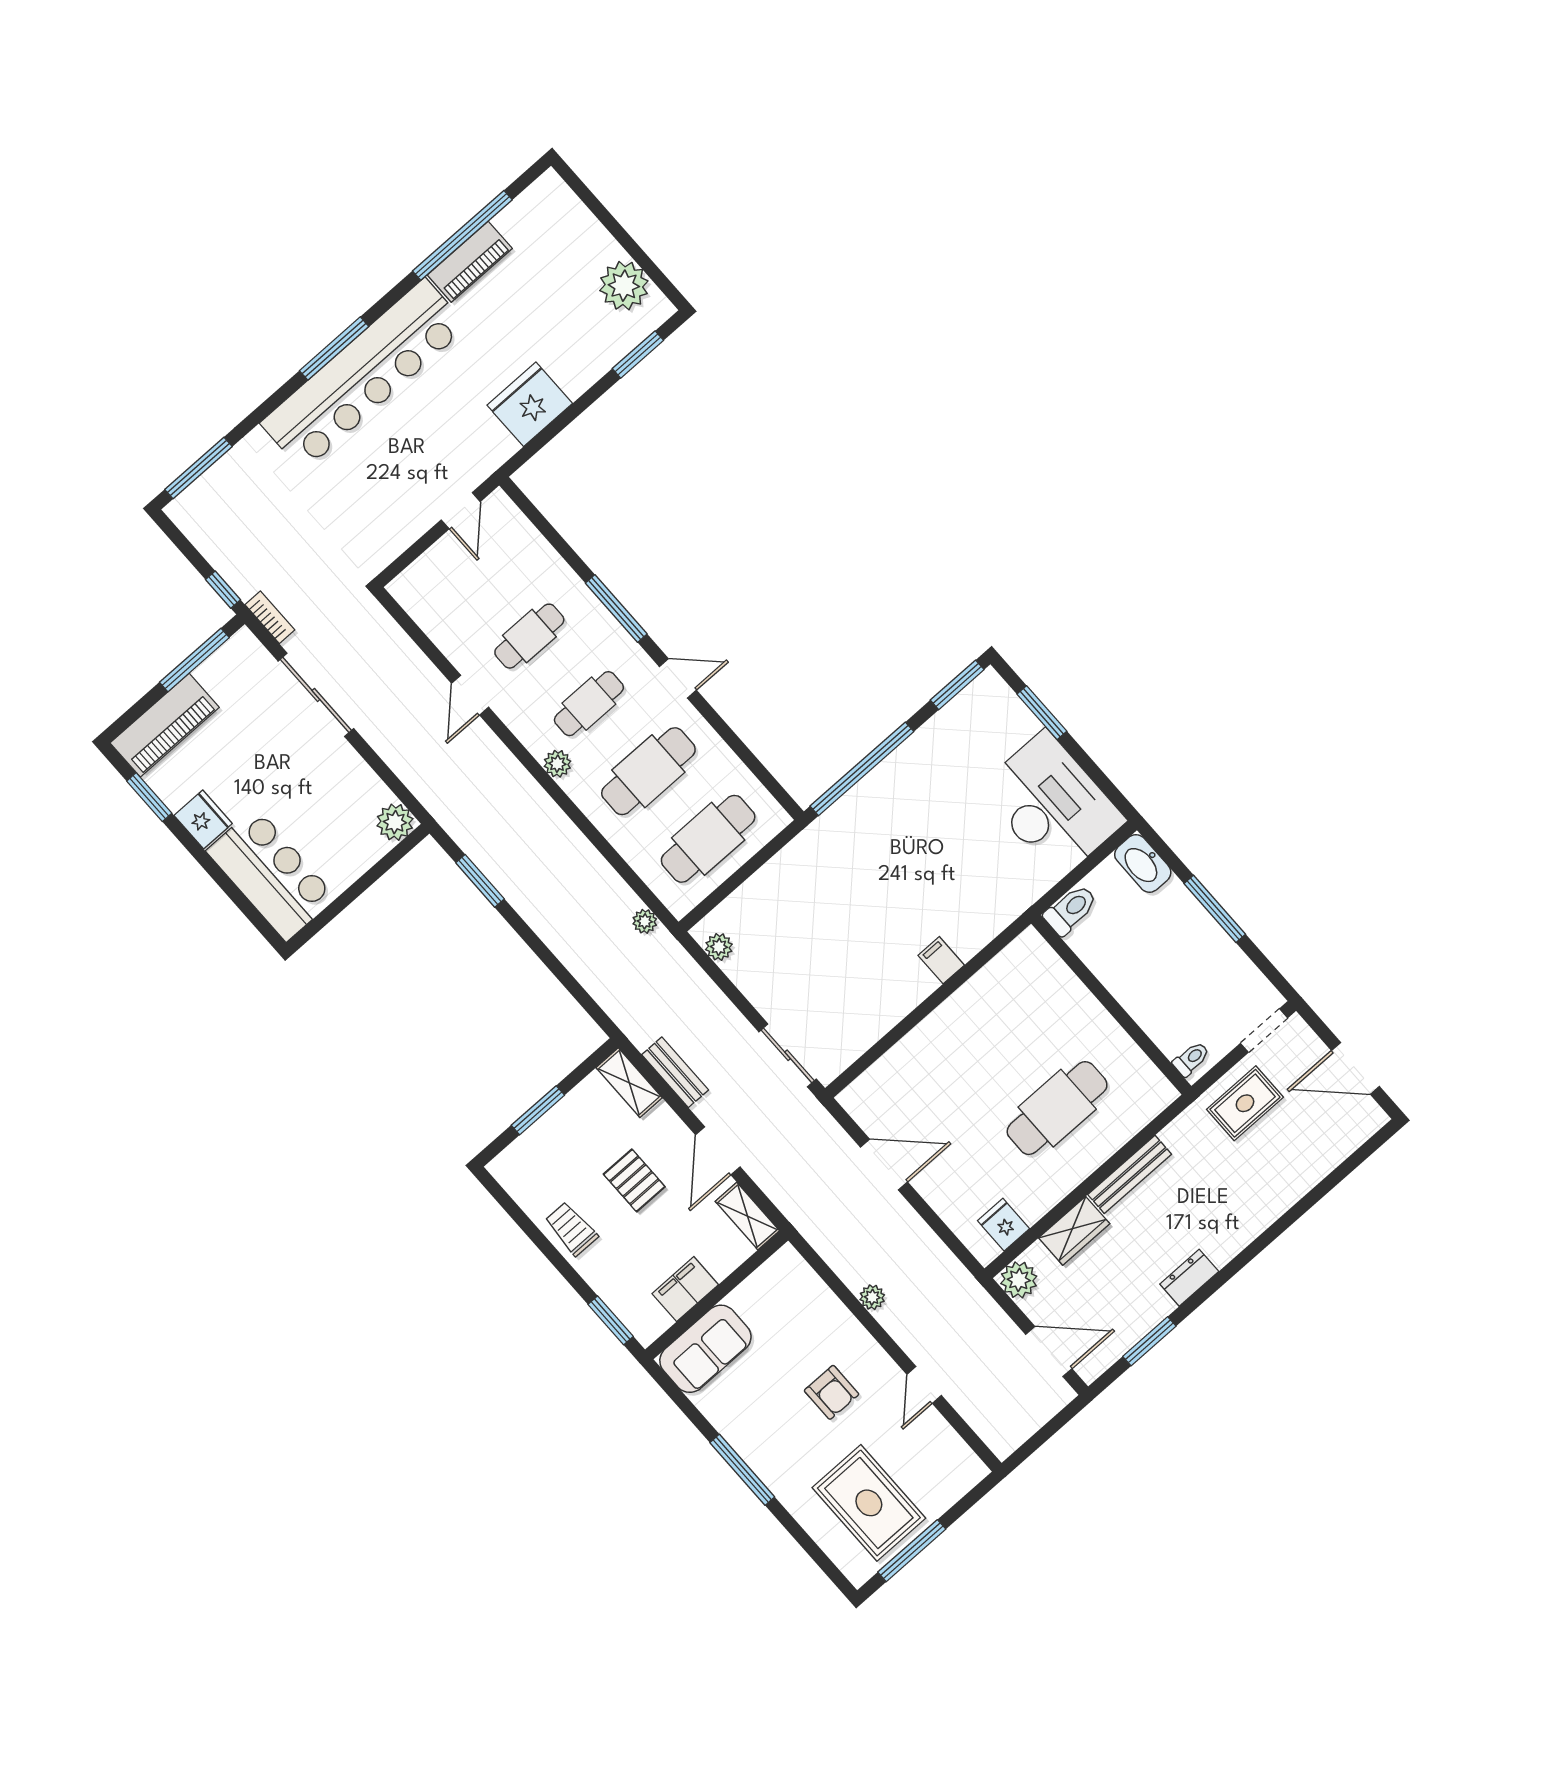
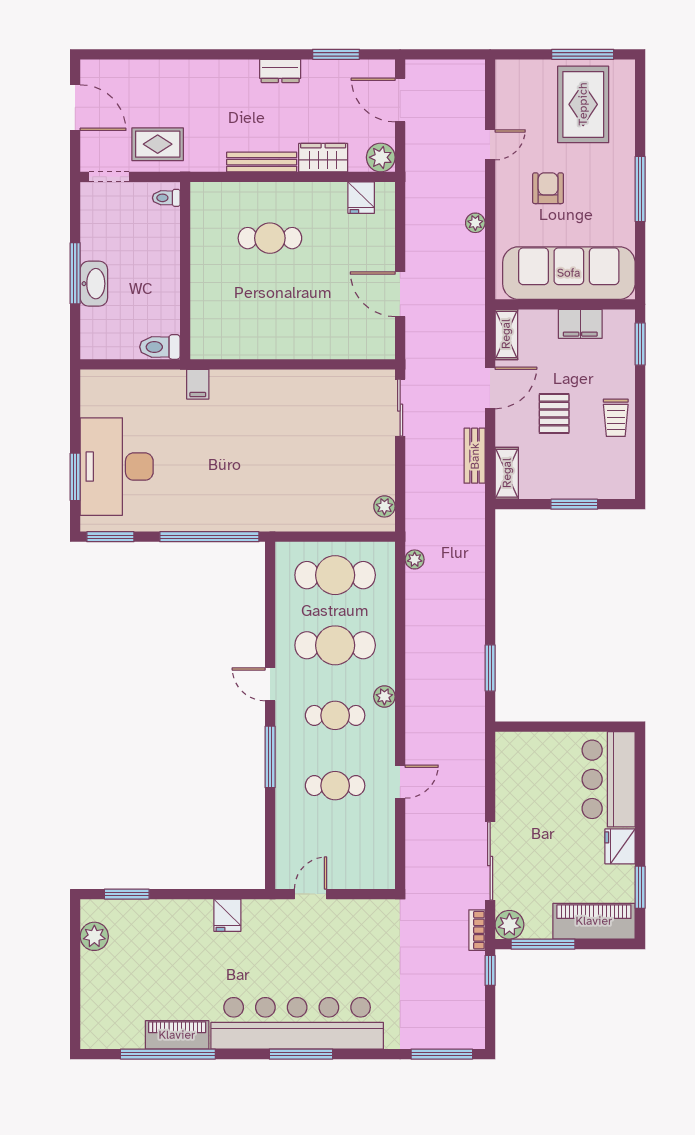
plant: (624, 286) -> (94, 936), width x0.73, depth x0.73
fridge: (530, 404) -> (227, 915), width x0.53, depth x0.75
desk: (1052, 805) -> (117, 467), moved
plant: (395, 822) -> (509, 925), moved
washbasin: (1143, 863) -> (94, 284), moved
filing cabinet: (941, 960) -> (198, 384), moved
cafe table: (1057, 1108) -> (270, 238), width x0.73, depth x0.74
sofa: (705, 1349) -> (569, 273), width x1.85, depth x1.27

